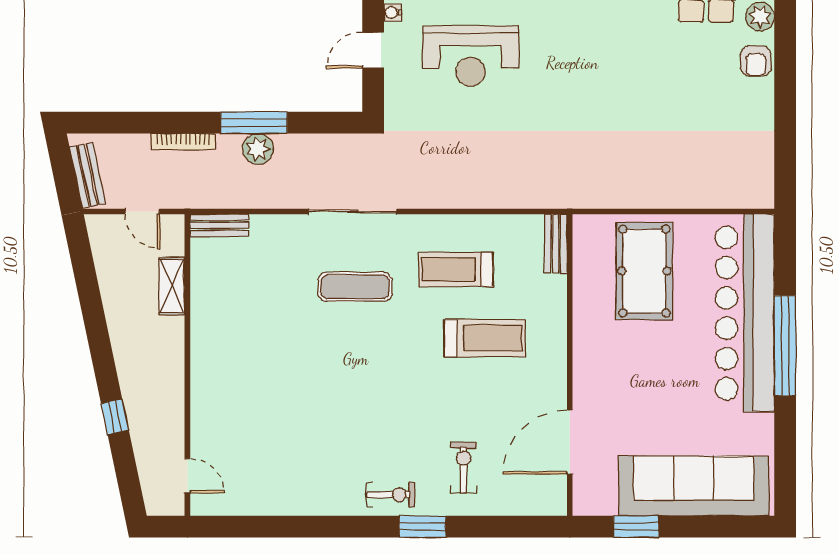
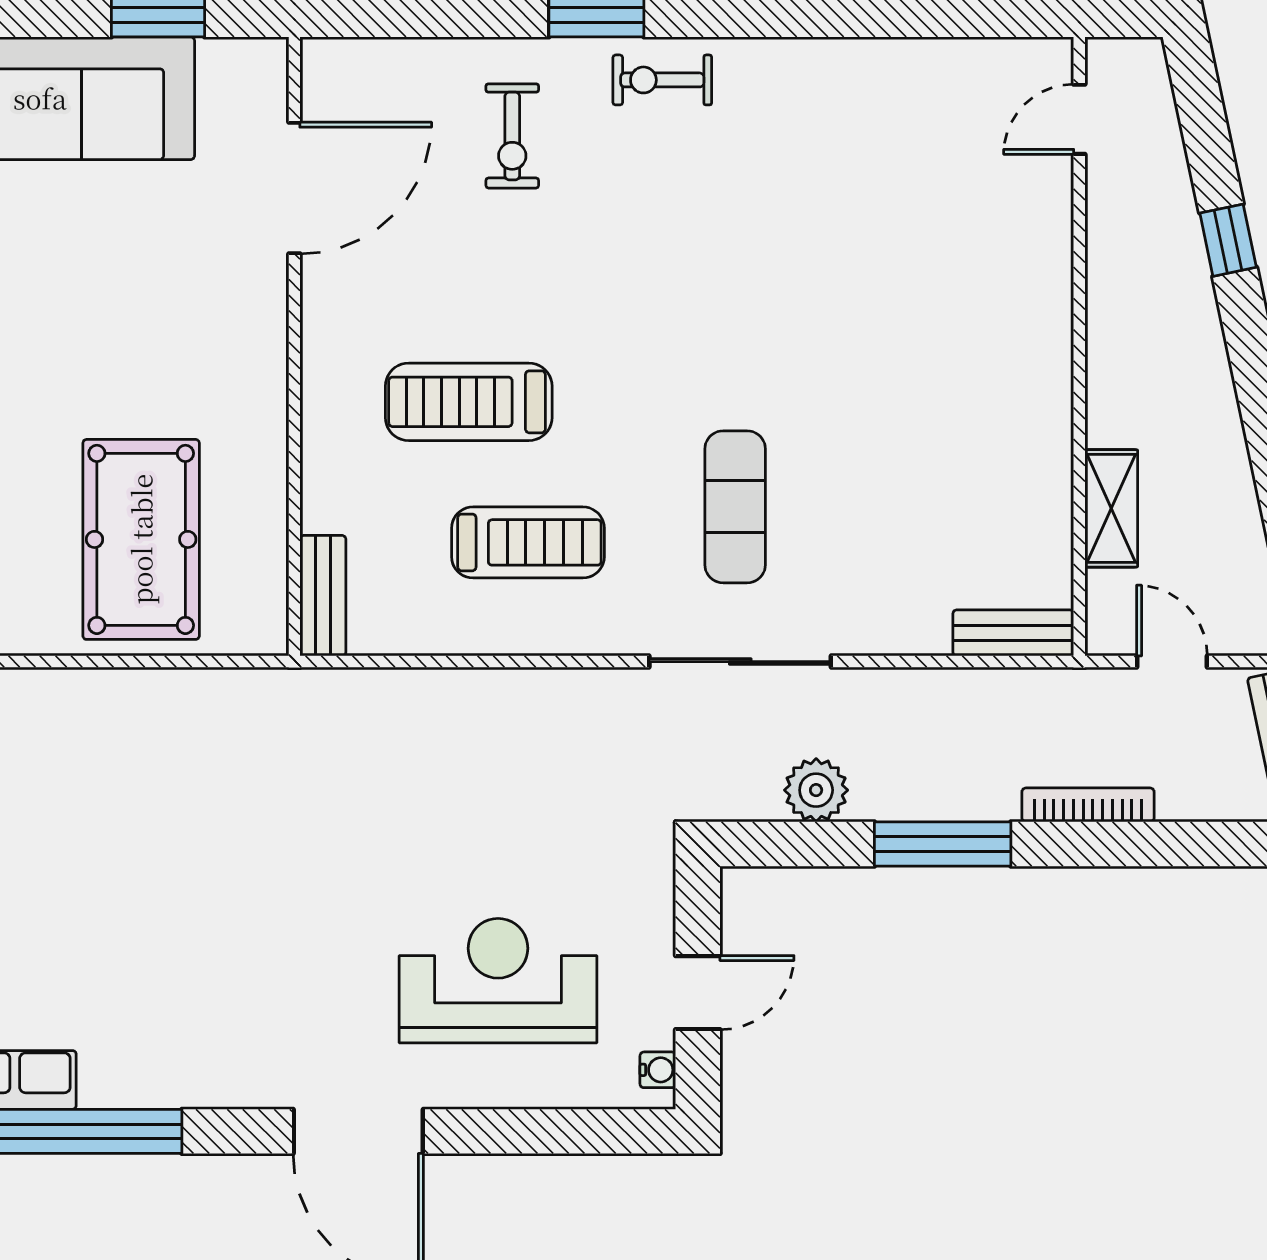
plant: (258, 149) -> (816, 790), moved
exercise mat: (355, 287) -> (735, 507), turned 90
door: (187, 476) -> (1079, 119), hinge flipped

